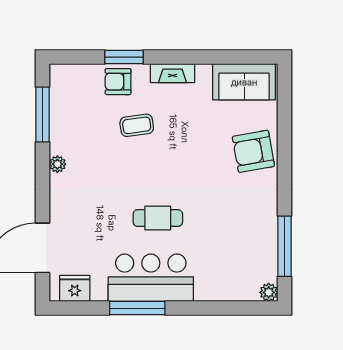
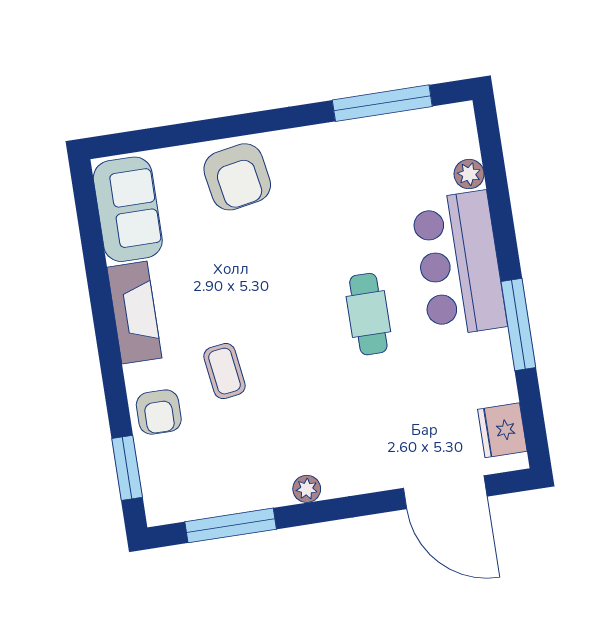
window: (124, 57) -> (127, 468), moved
fireplace: (173, 73) -> (134, 313), width x1.37, depth x1.32
bar counter: (151, 278) -> (459, 264), moved
plant: (269, 292) -> (469, 174), moved

